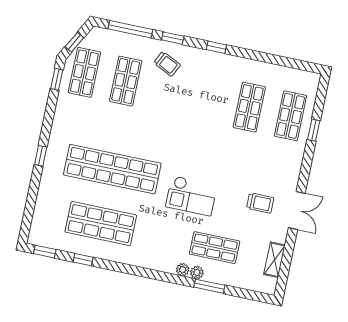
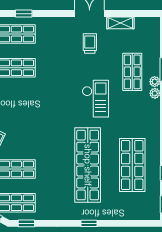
shelving: (274, 260) -> (120, 23), moved

